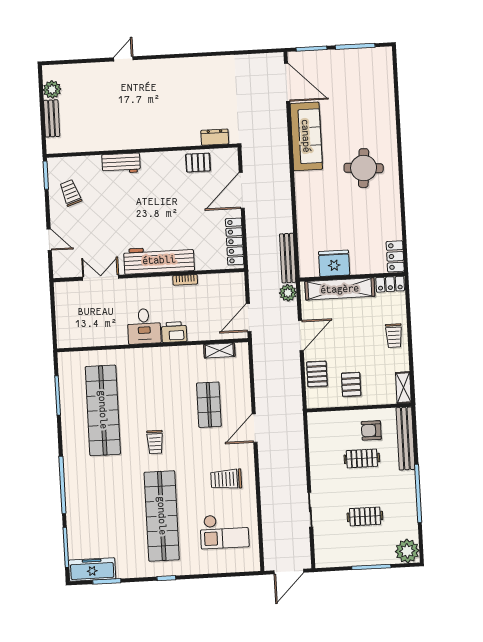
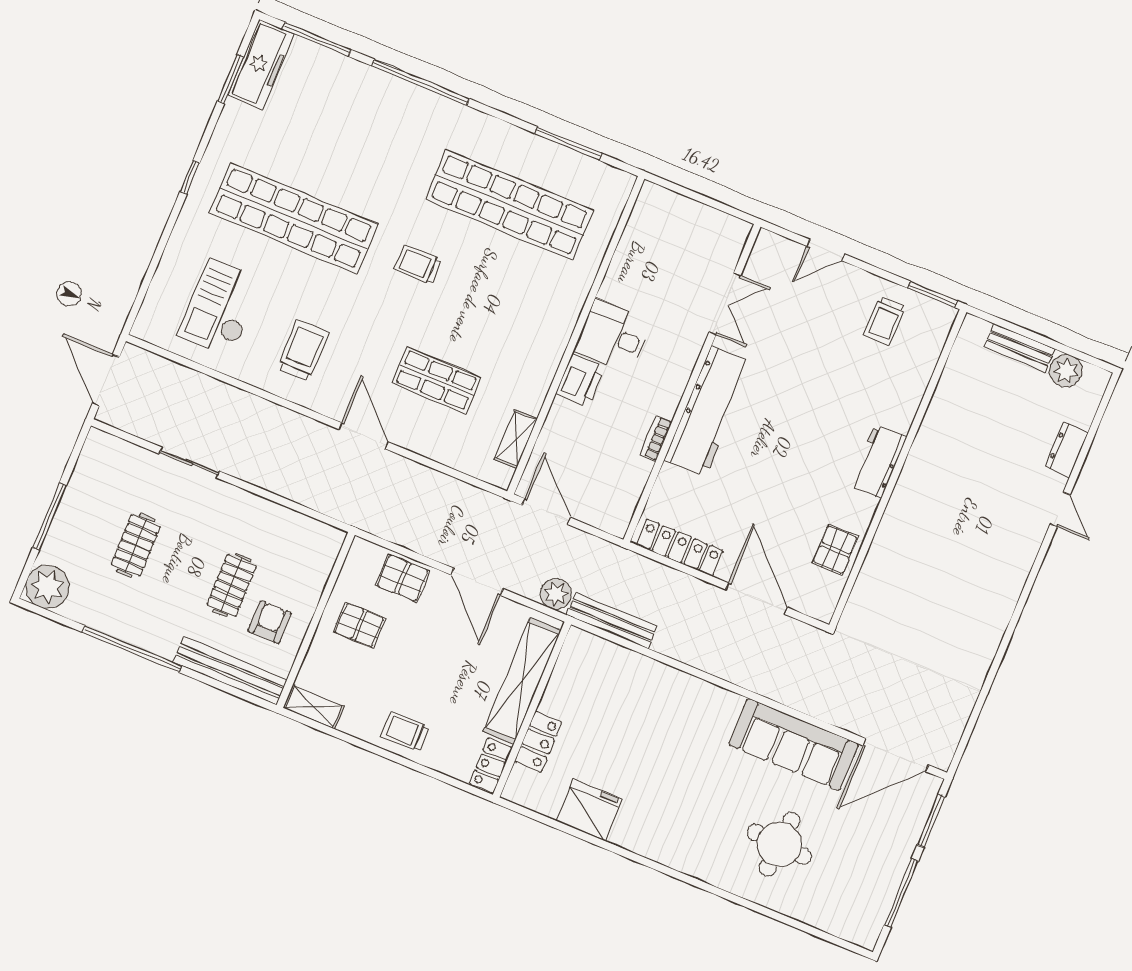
dresser: (215, 137) -> (1066, 449), moved, turned 180
workbench: (121, 163) -> (878, 461), moved
round table: (364, 168) -> (779, 844), moved
trolley: (70, 193) -> (885, 321), turned 109
locker: (395, 256) -> (538, 742), moved, turned 90
fridge: (334, 263) -> (589, 810), moved, turned -90

